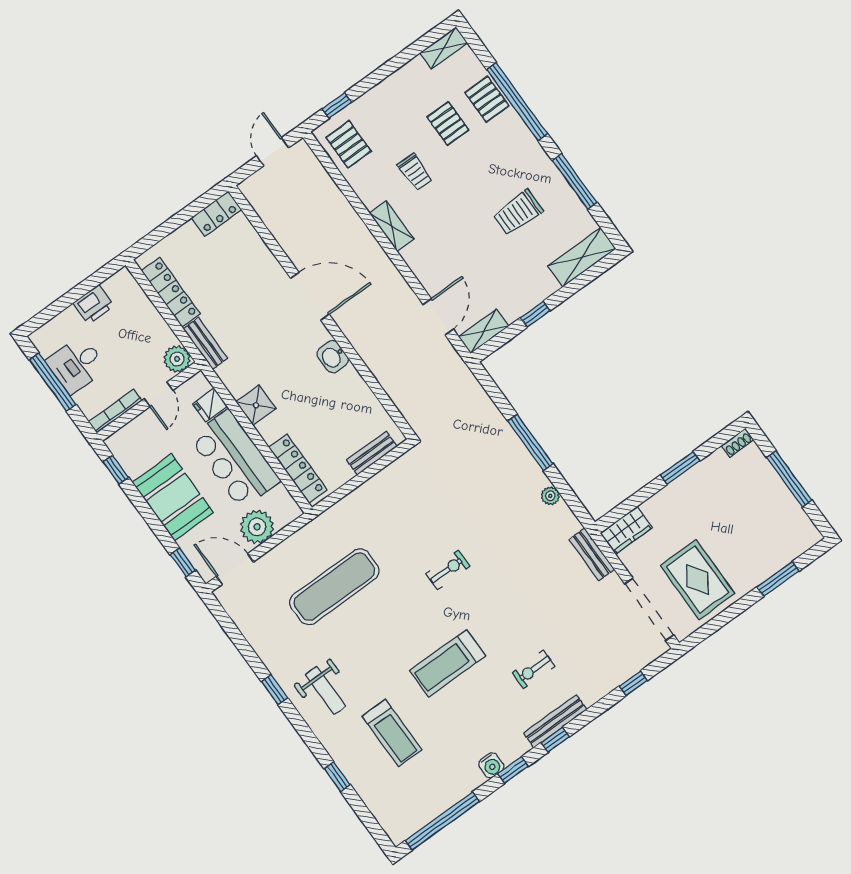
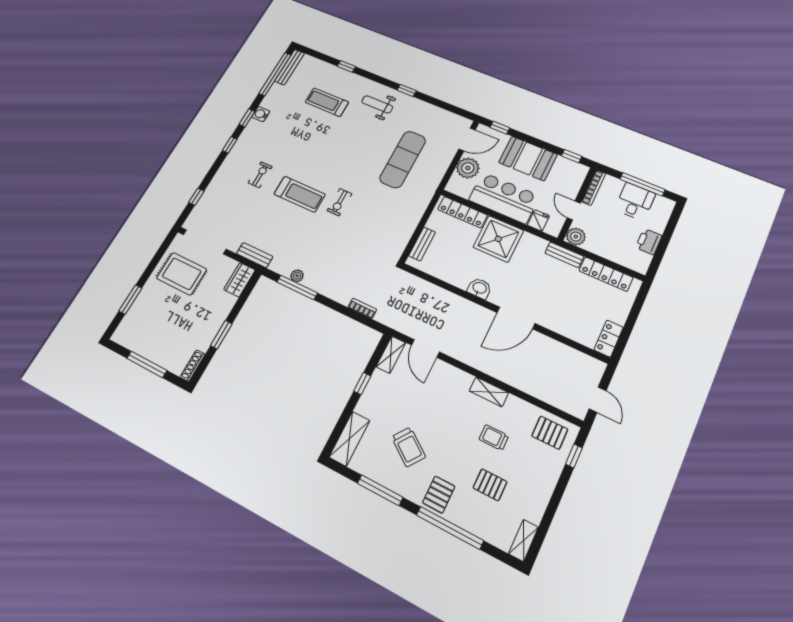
pallet: (487, 99) -> (439, 495), moved, turned 90
trolley: (518, 213) -> (409, 447), turned 126
shower: (256, 405) -> (498, 239), width x1.86, depth x1.86
bookcase: (489, 408) -> (362, 308), added
window: (530, 442) -> (297, 287), moved
shoe rack: (737, 443) -> (193, 366), width x1.43
treadmill: (448, 663) -> (300, 194), moved, turned 90
bench: (555, 721) -> (290, 67), moved

